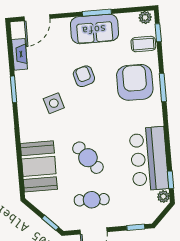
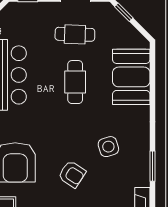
armchair: (84, 76) -> (72, 174), turned -41
cafe table: (88, 158) -> (75, 82), turned 38

